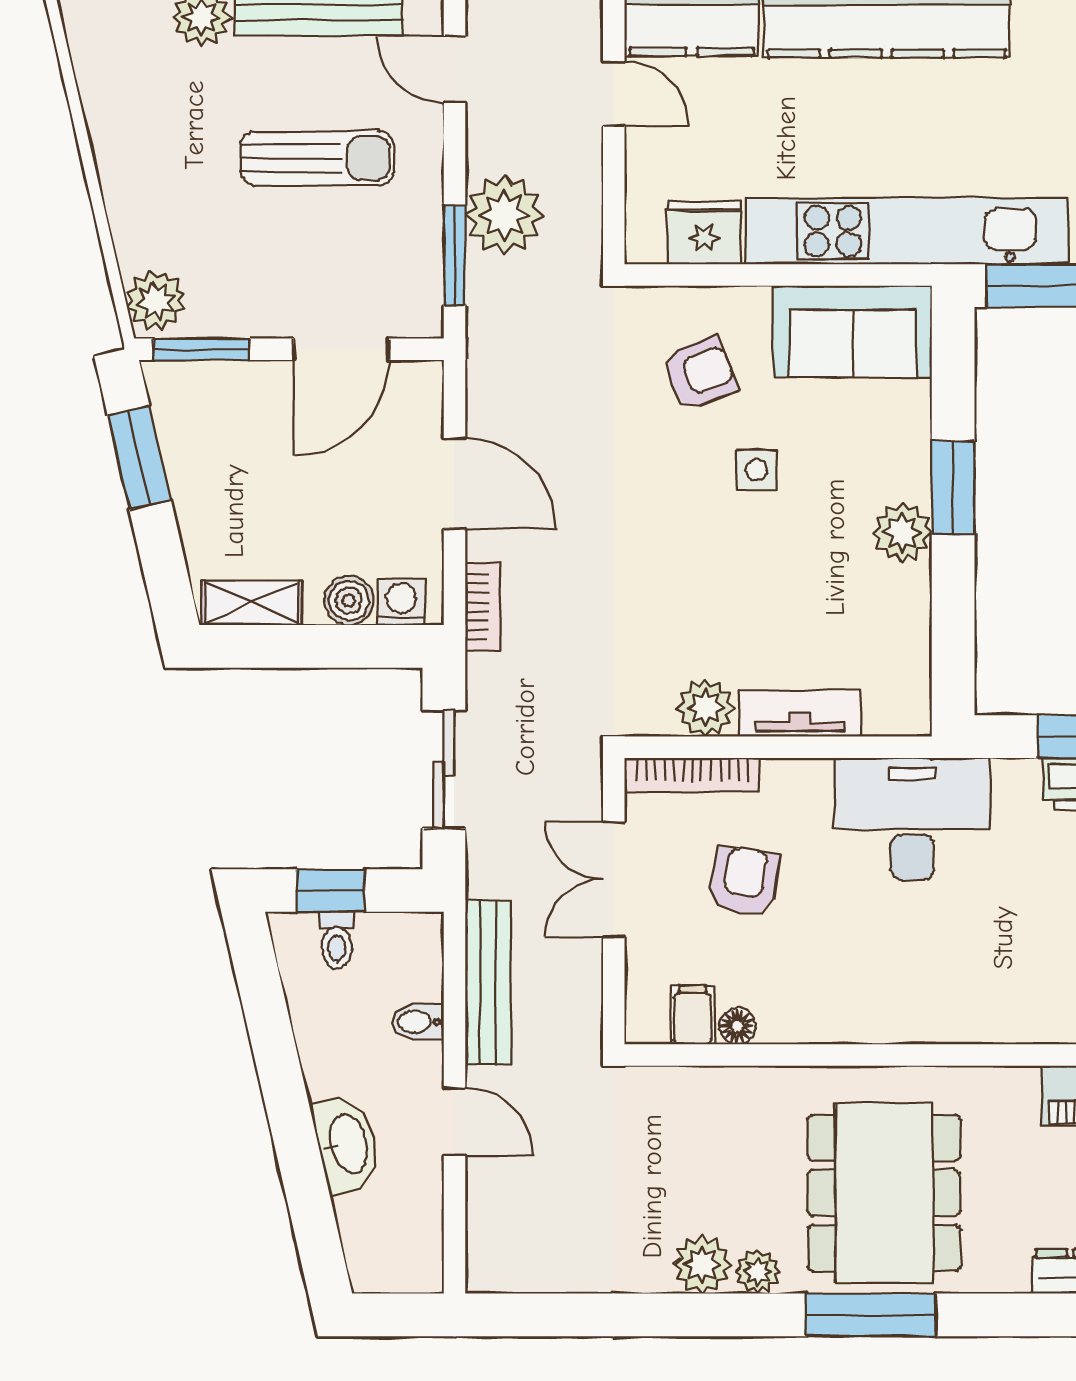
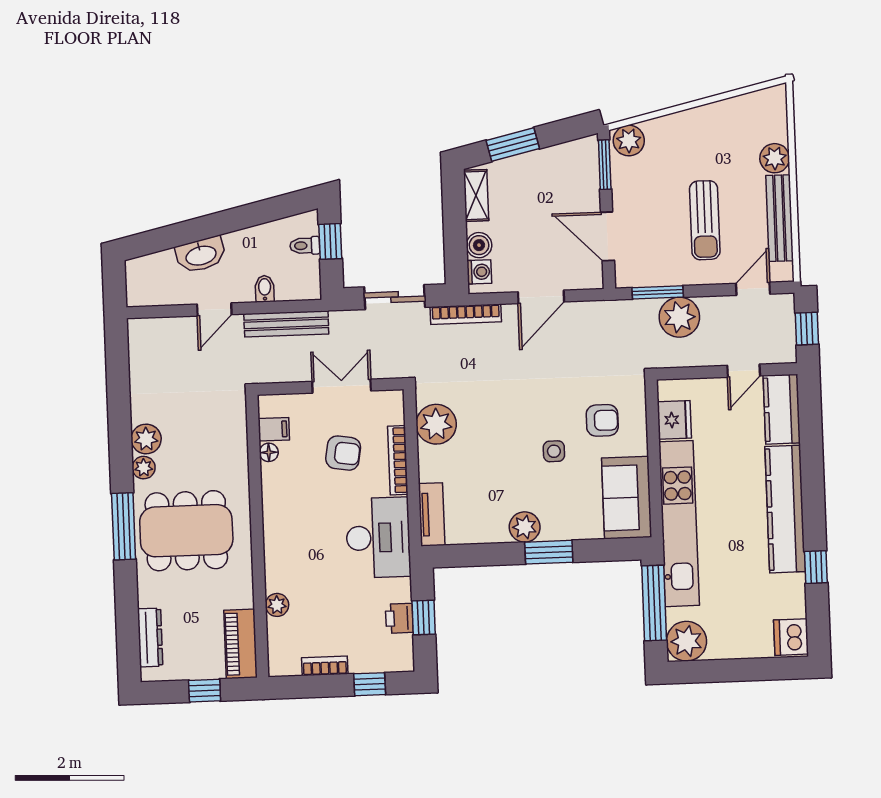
armchair: (700, 373) -> (602, 420), turned -69
window: (139, 458) -> (513, 145), moved
bookcase: (483, 607) -> (466, 314), width x1.56
plant: (705, 708) -> (436, 424), width x1.36, depth x1.36
tv unit: (800, 713) -> (432, 514), moved
bookcase: (692, 775) -> (398, 460), moved
plant: (1036, 1022) -> (277, 605), added

